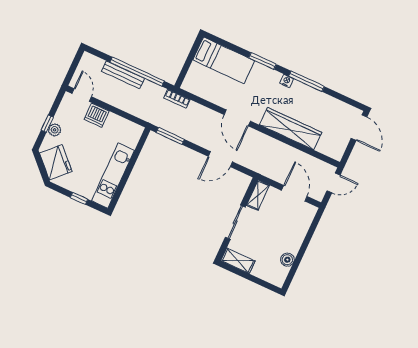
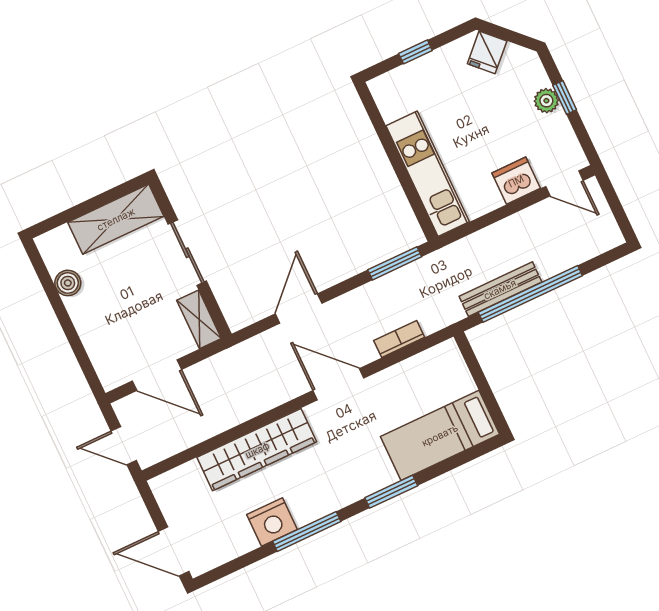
bench: (123, 75) -> (500, 289), moved
nightstand: (287, 81) -> (272, 522), moved, width x1.89, depth x1.79
bookcase: (177, 99) -> (399, 339), moved
fridge: (56, 162) -> (487, 52), width x0.53, depth x0.75
kitchen unit: (113, 176) -> (428, 174), moved
door: (334, 183) -> (124, 446), hinge flipped
shelving: (238, 261) -> (116, 219), width x1.50, depth x1.33

